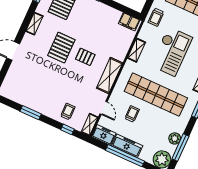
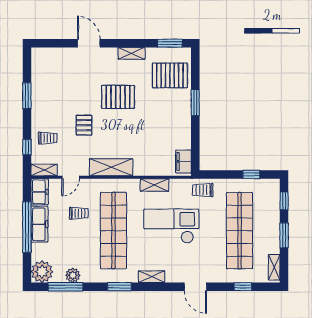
checkout: (172, 52) -> (171, 226), turned 180
pallet: (85, 57) -> (84, 125), moved

